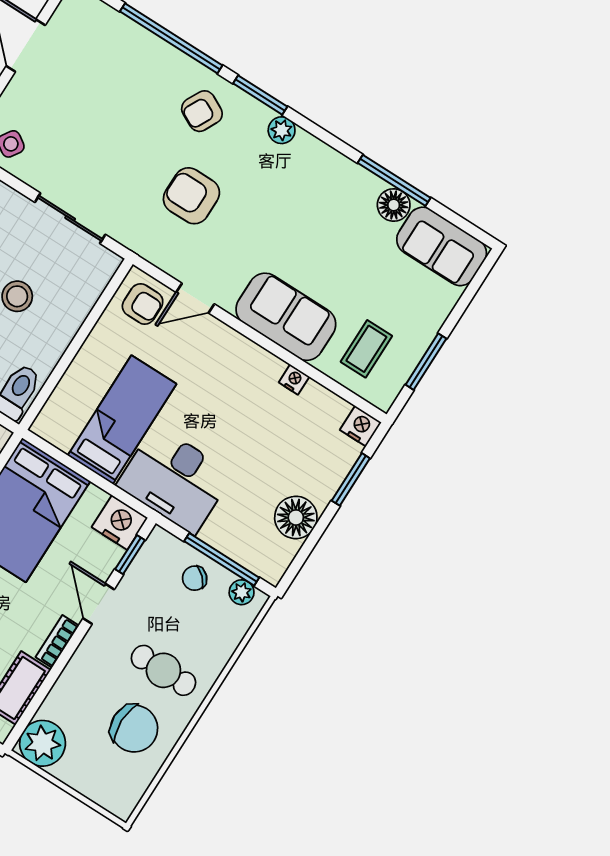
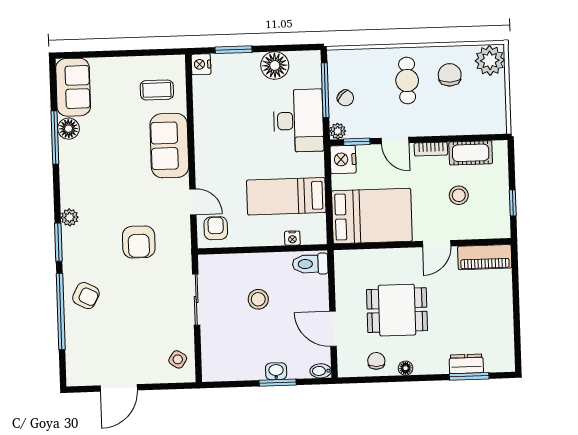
armchair: (202, 111) -> (86, 296), moved
window: (426, 362) -> (142, 53), removed
nightstand: (294, 380) -> (292, 238), moved, turned -90
desk: (175, 480) -> (298, 121), moved
plant: (242, 592) -> (338, 131), moved
door: (99, 604) -> (395, 141), hinge flipped
chair: (134, 729) -> (450, 75), width x0.73, depth x0.73
plant: (43, 743) -> (490, 60), moved

